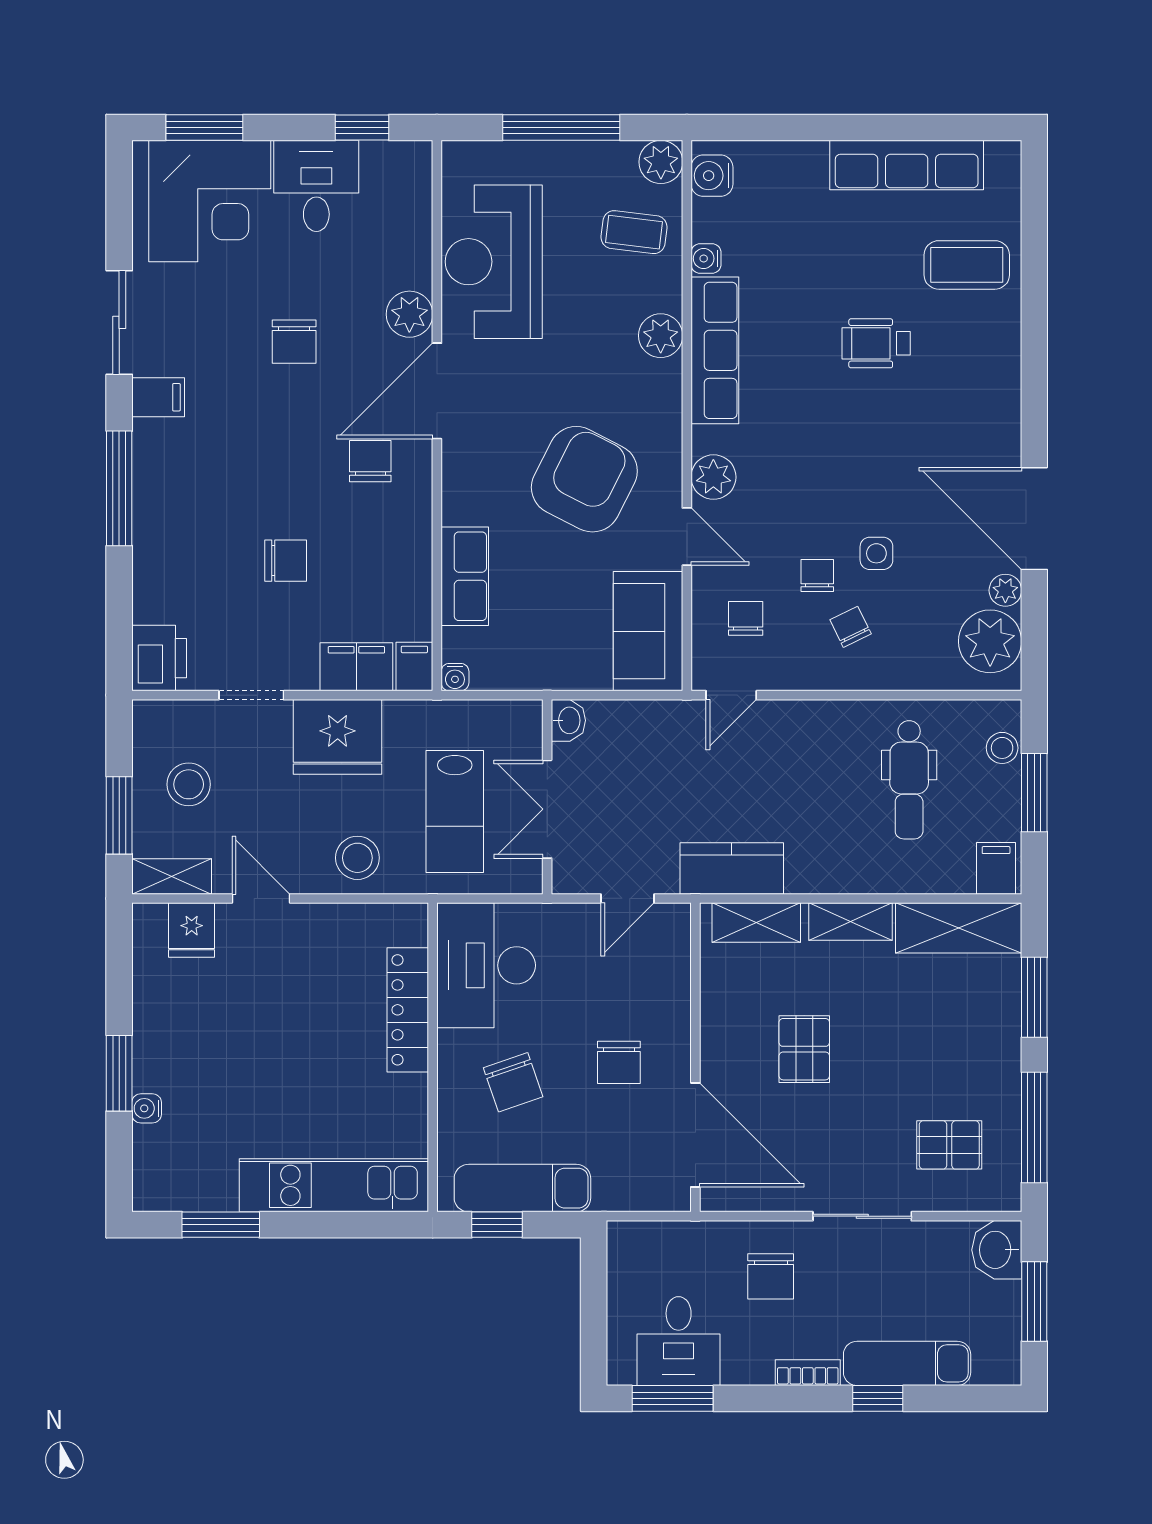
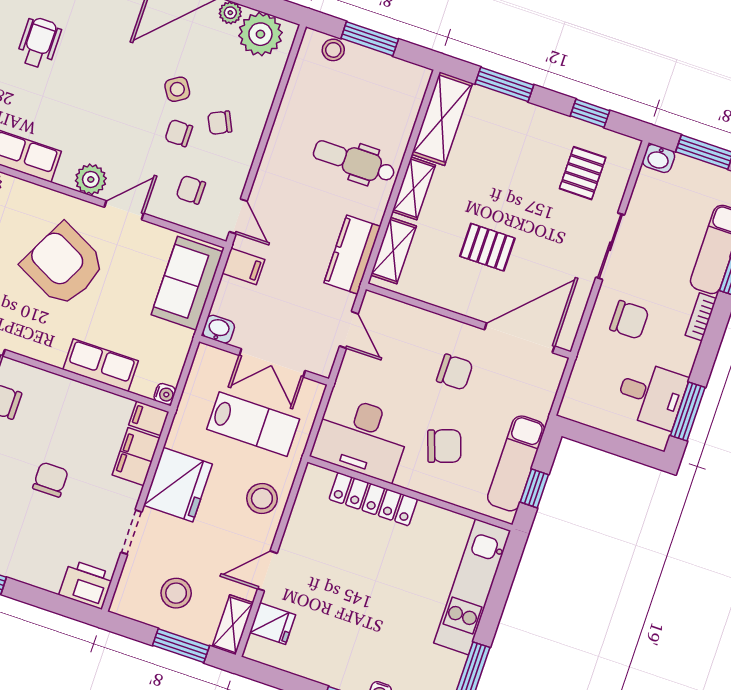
wheelchair: (876, 343) -> (39, 43), turned 180
side table: (876, 553) -> (177, 89), turned -32
sofa: (648, 631) -> (187, 283), moved, turned 90
dental chair: (909, 780) -> (354, 161), moved, turned 180
filing cabinet: (996, 868) -> (243, 266), moved, turned 180
window: (1034, 1127) -> (590, 113), width x0.46
washbasin: (997, 1250) -> (659, 158), width x0.72, depth x0.69

